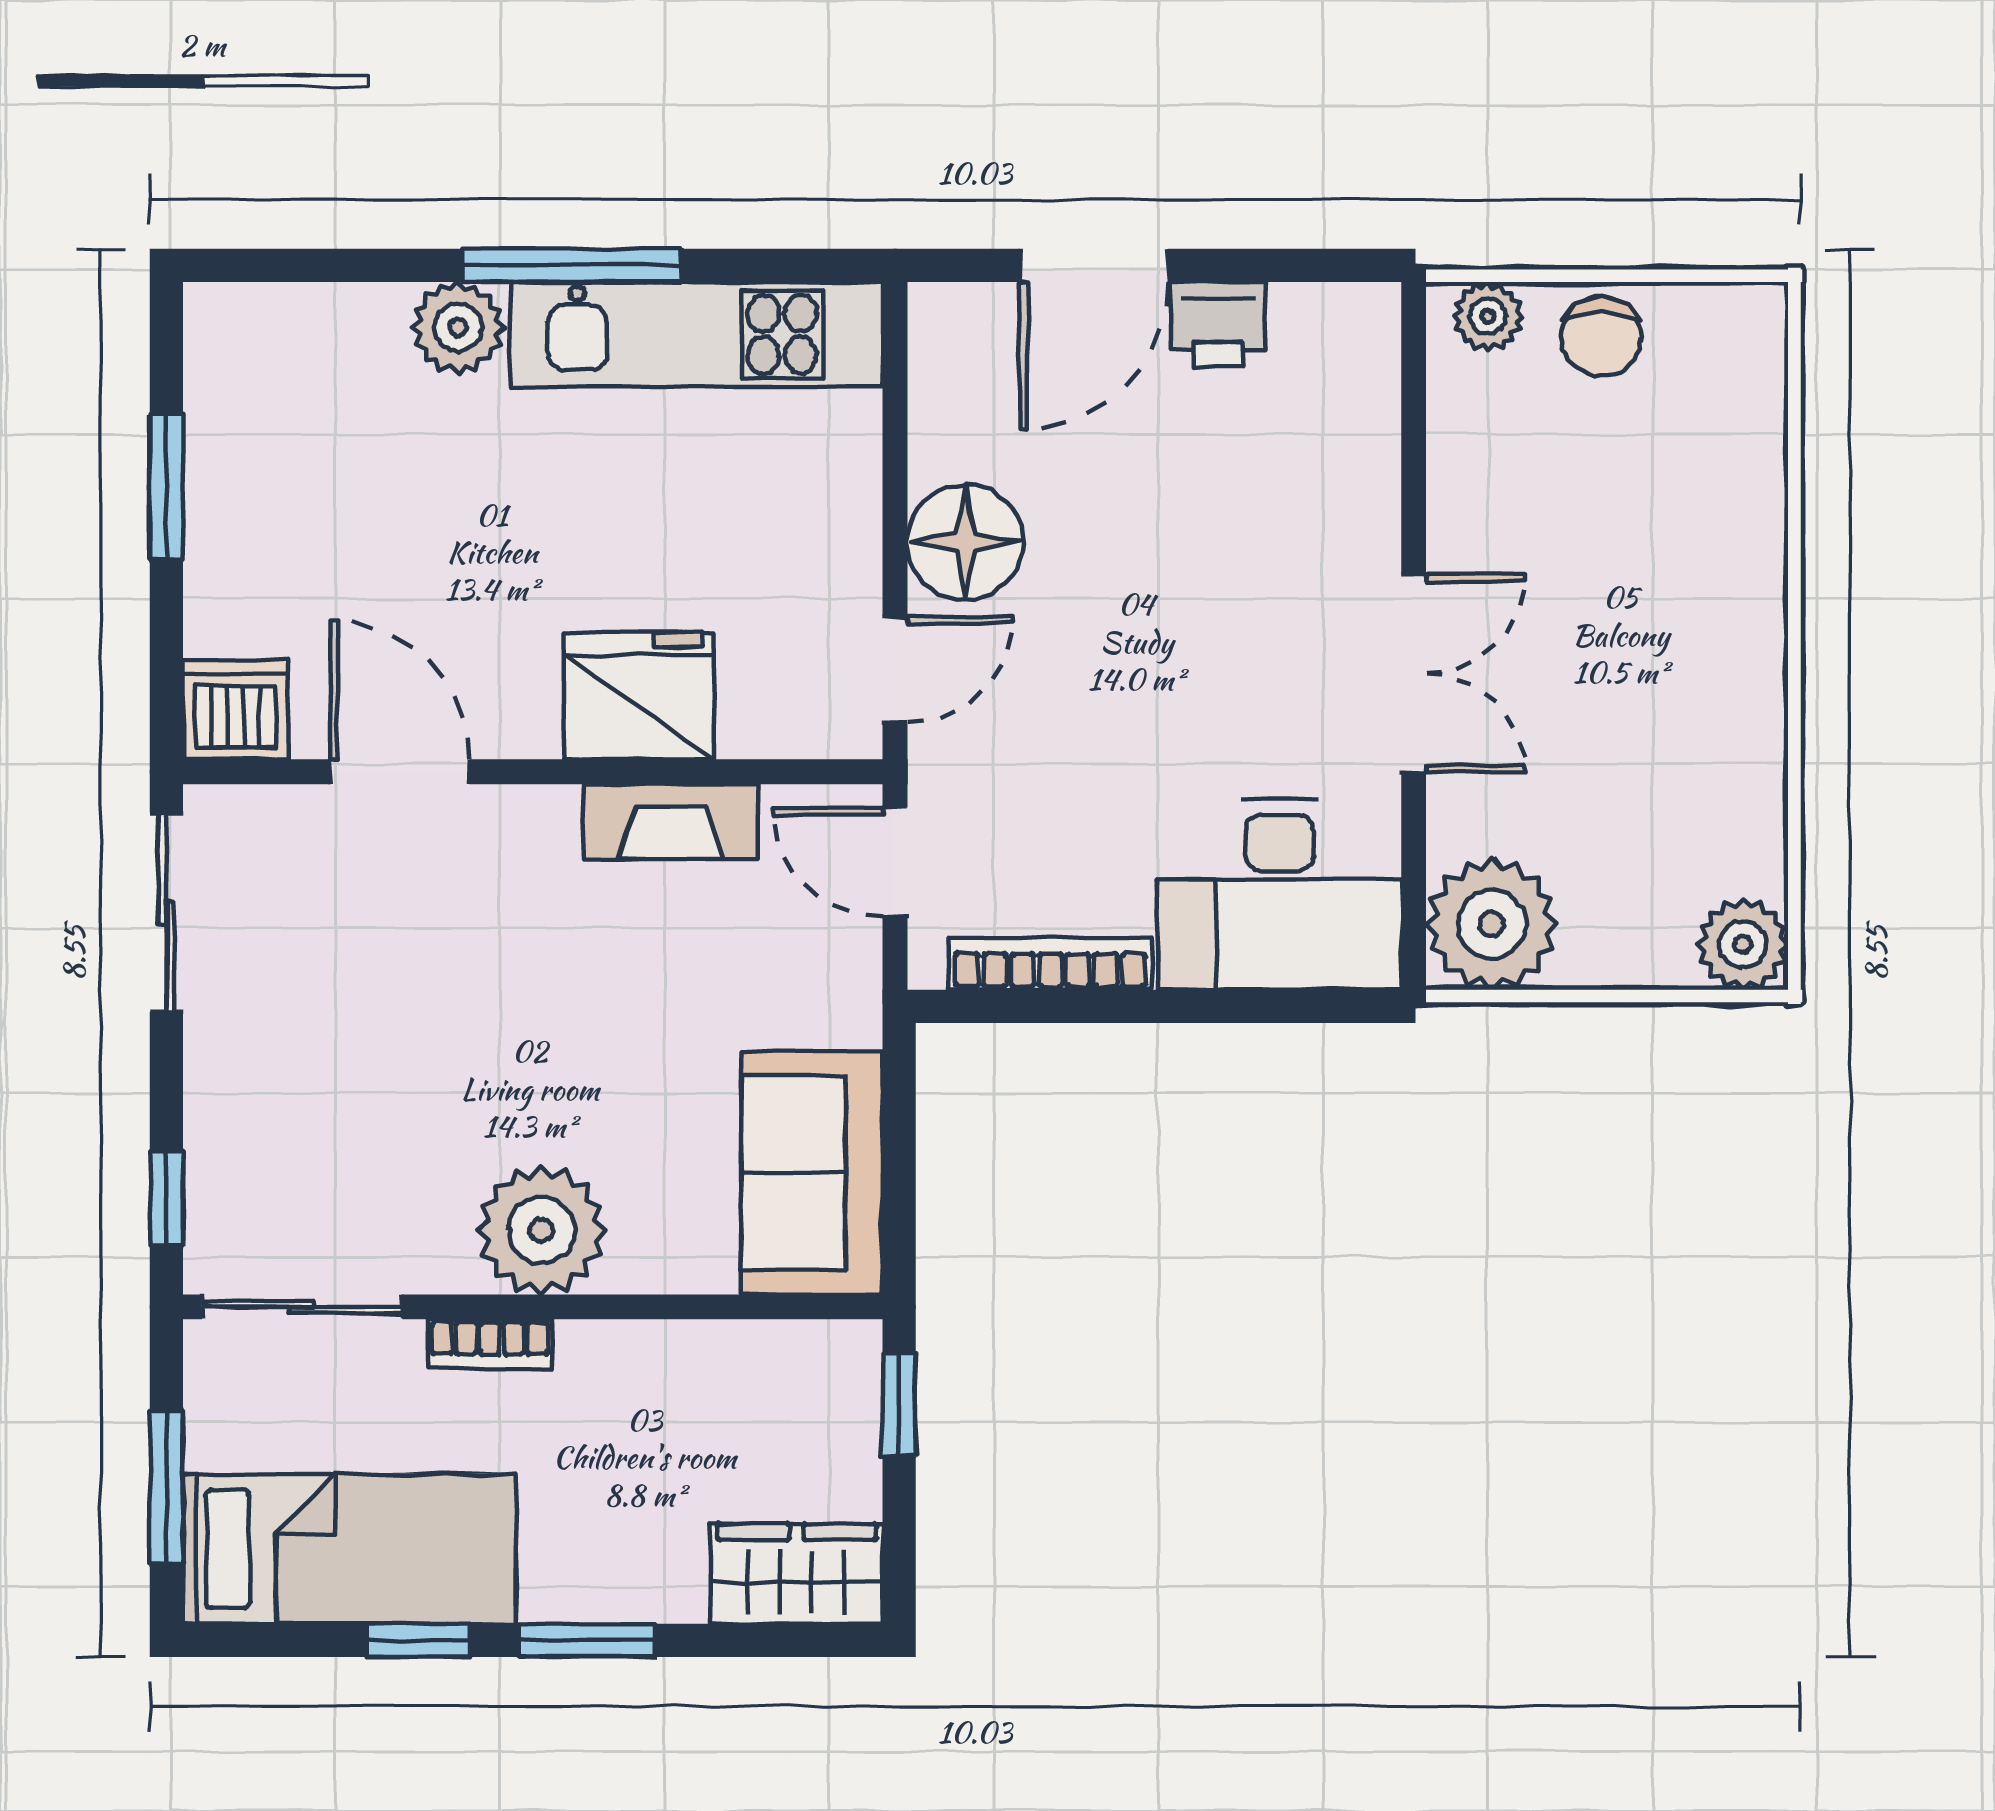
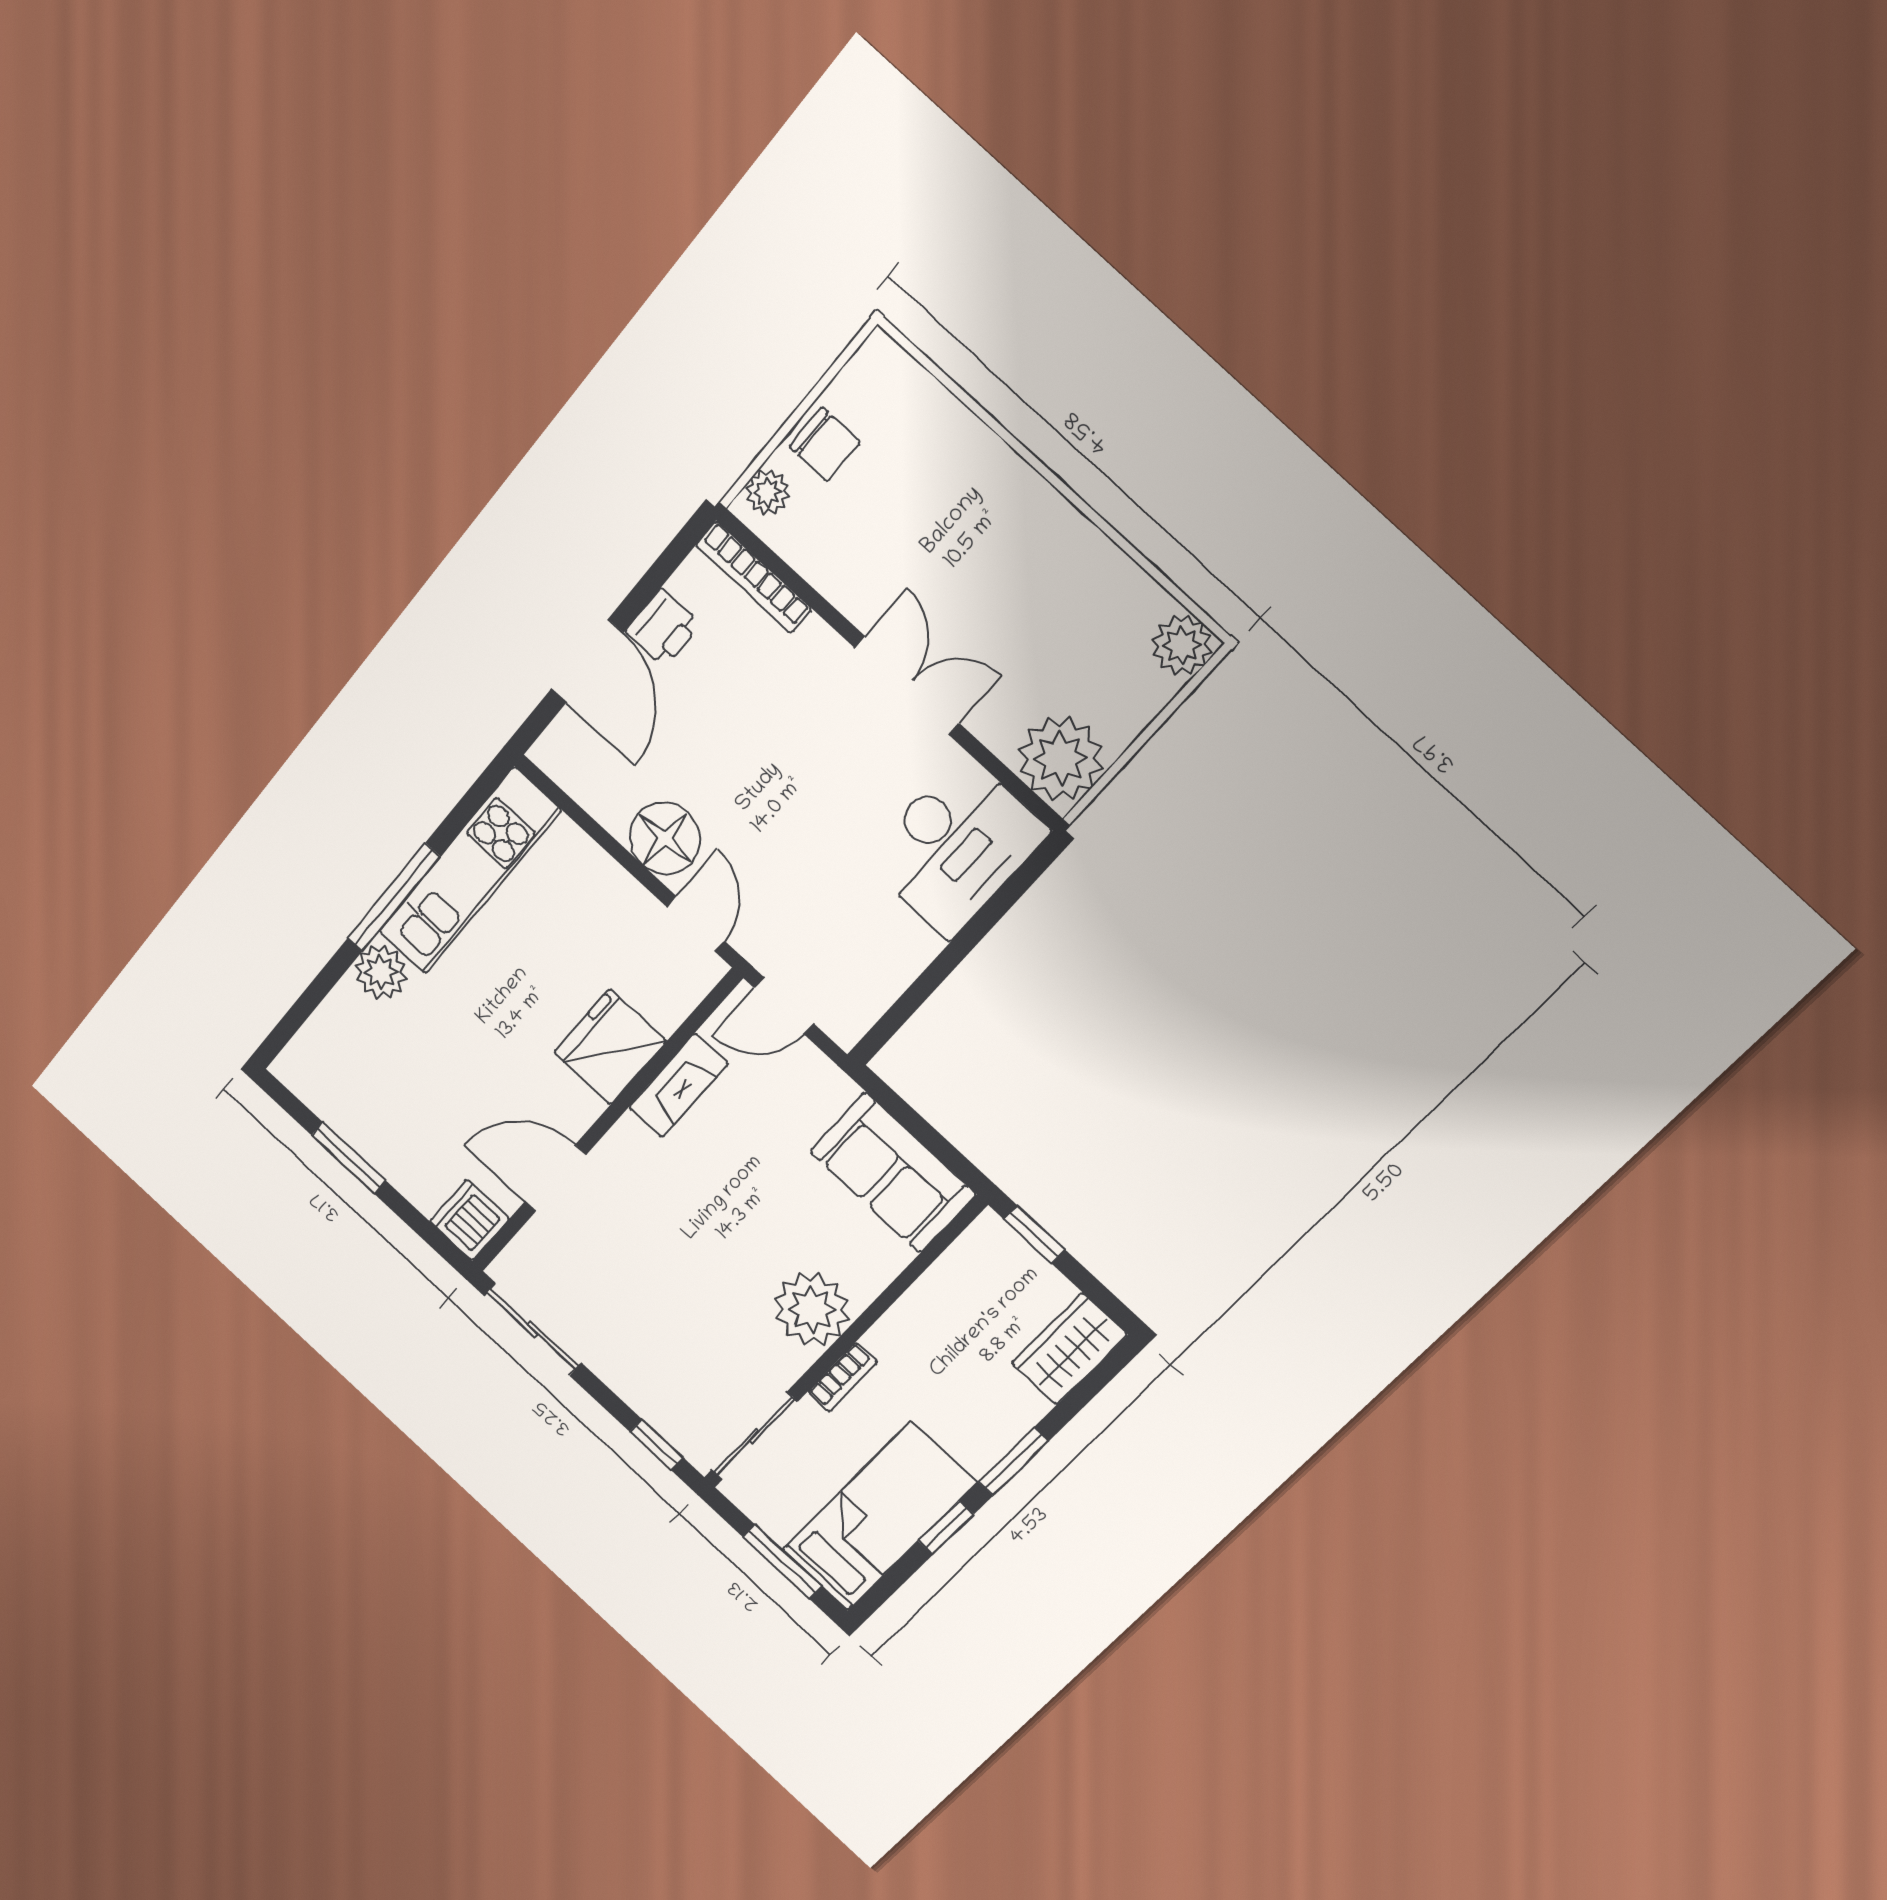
bookcase: (1050, 964) -> (754, 577), moved, turned -90

